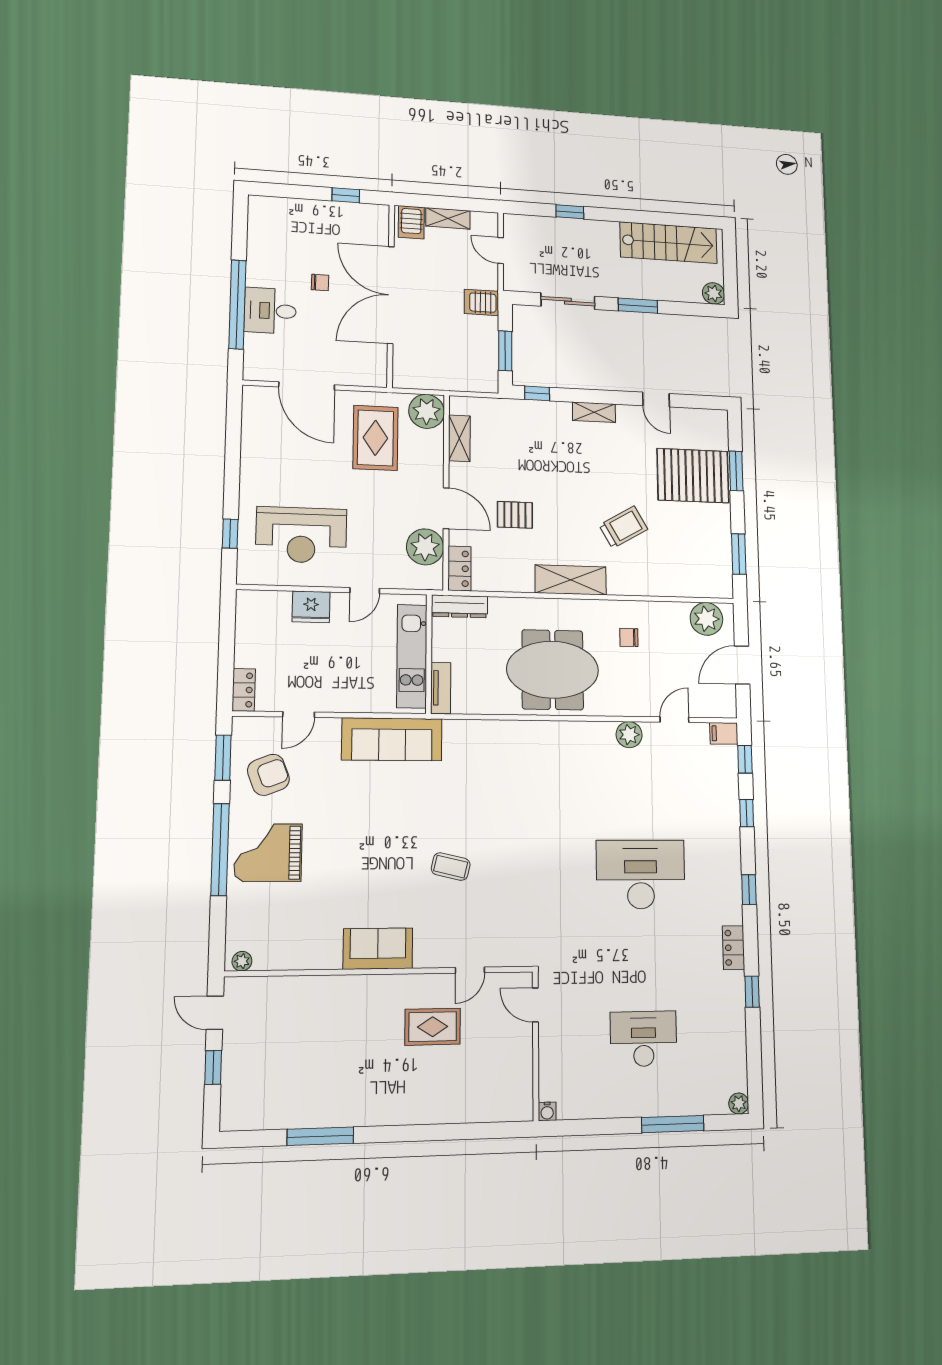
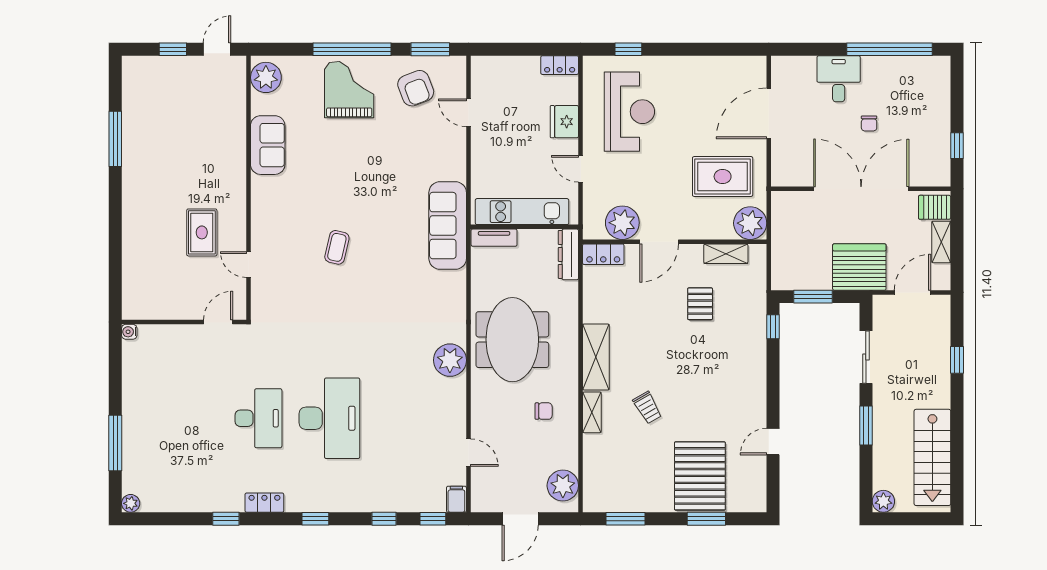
door: (501, 251) -> (912, 292), width x1.38
server rack: (481, 302) -> (859, 267), width x2.18, depth x1.44
window: (237, 304) -> (889, 49), moved
shelving: (594, 412) -> (592, 412), moved
pallet: (515, 515) -> (700, 304), moved
trolley: (623, 527) -> (647, 408), width x0.73, depth x0.72
reception desk: (301, 535) -> (629, 112), turned 180
chair: (629, 637) -> (544, 411), turned 90
door: (742, 665) -> (520, 519), swing flipped
locker: (244, 690) -> (560, 65), moved
plant: (629, 735) -> (450, 360), moved, width x1.36, depth x1.36
sofa: (392, 739) -> (448, 226), moved
sofa: (378, 949) -> (268, 145), moved
plant: (242, 961) -> (266, 77), width x1.88, depth x1.88
desk: (644, 1039) -> (259, 418), moved

